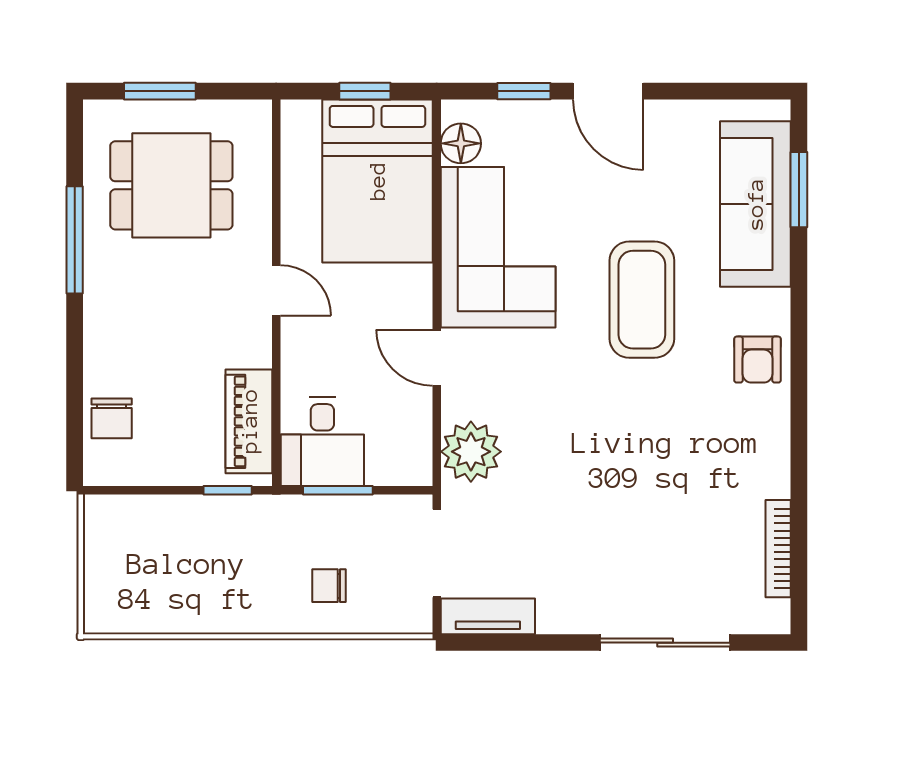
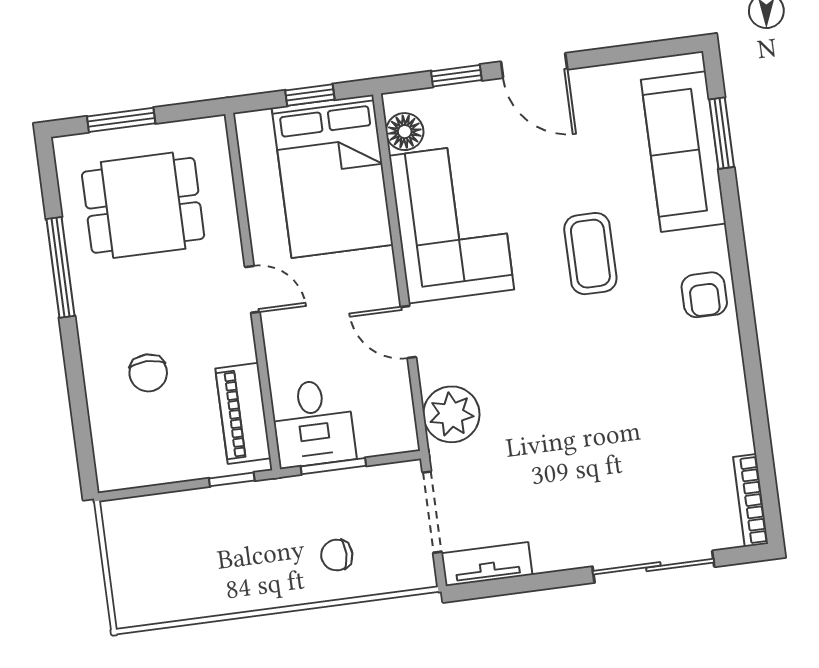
coffee table: (642, 300) -> (590, 254), width x0.73, depth x0.76
chair: (112, 418) -> (148, 373), moved
bookcase: (778, 549) -> (751, 500), moved

